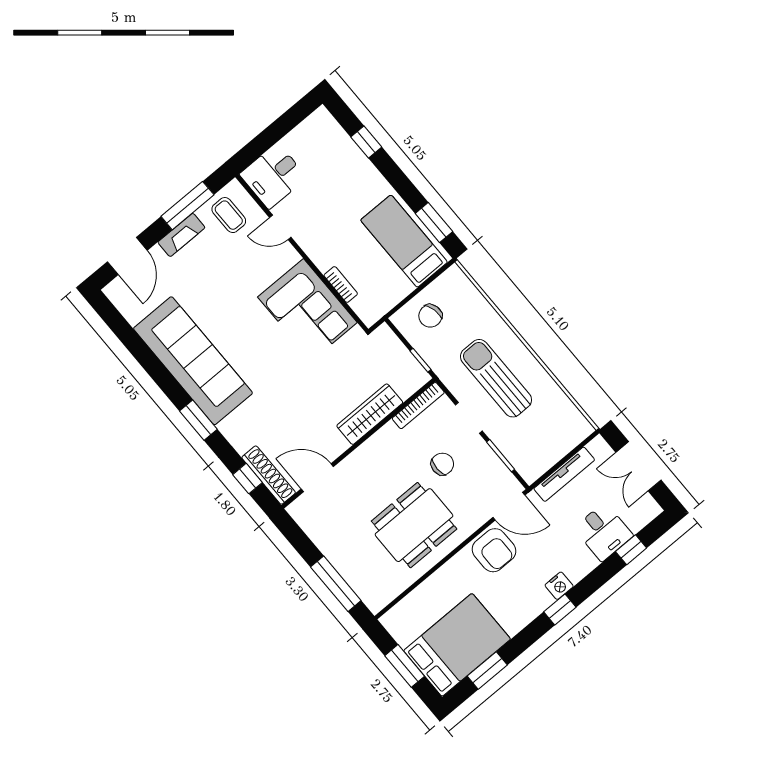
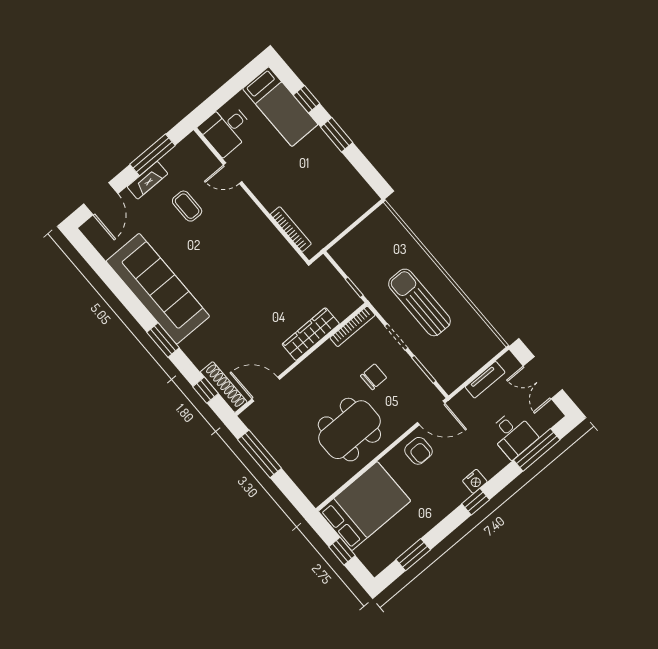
coffee table: (229, 215) -> (187, 206), moved
window: (434, 223) -> (337, 135), moved
bed: (404, 241) -> (280, 107), moved, turned 180
bookcase: (341, 285) -> (291, 229), width x1.56
corner sofa: (307, 310) -> (256, 244), removed
chair: (430, 316) -> (363, 249), removed
tv unit: (564, 474) -> (485, 380), width x0.71
armchair: (494, 550) -> (419, 451), width x0.72, depth x0.72
window: (631, 550) -> (537, 450), width x2.17
window: (336, 584) -> (259, 454), moved
bed: (457, 645) -> (365, 506), moved
window: (405, 666) -> (342, 551), width x0.67

